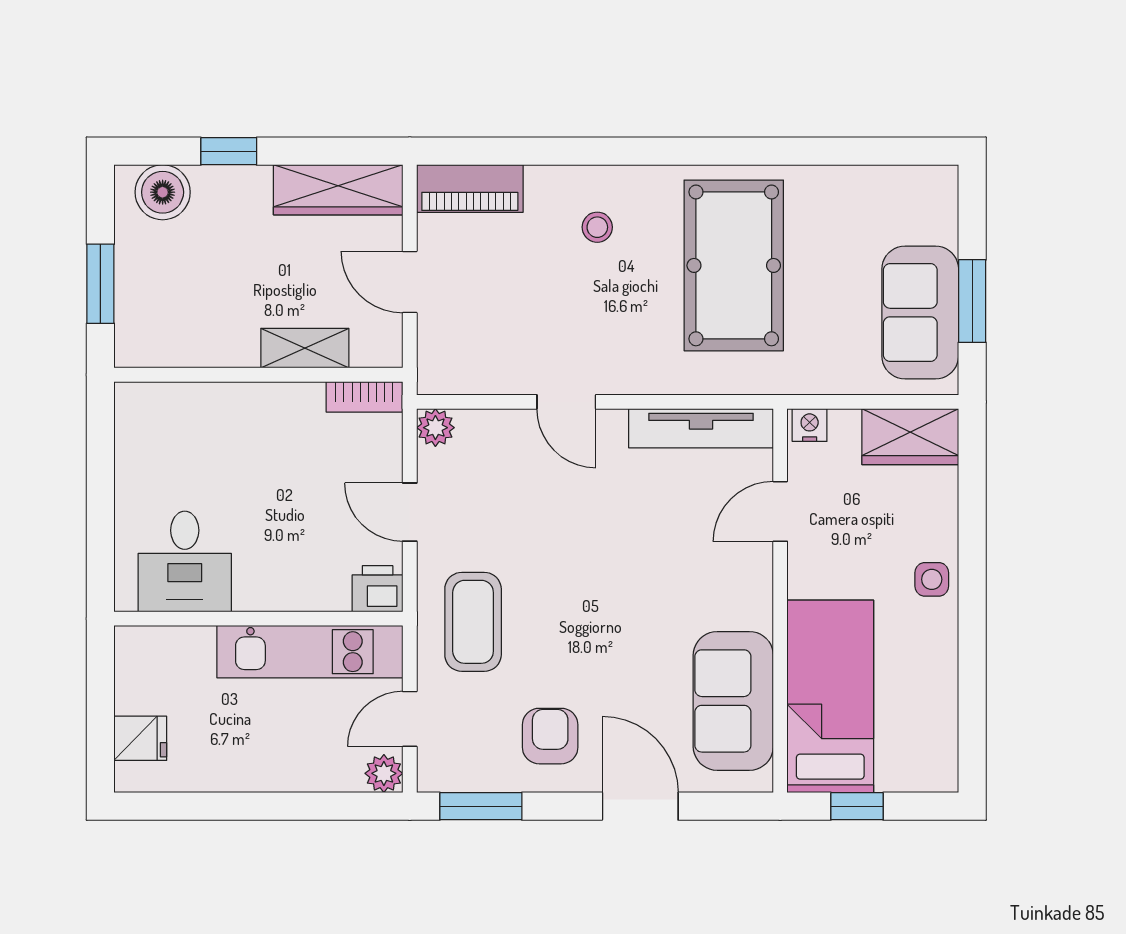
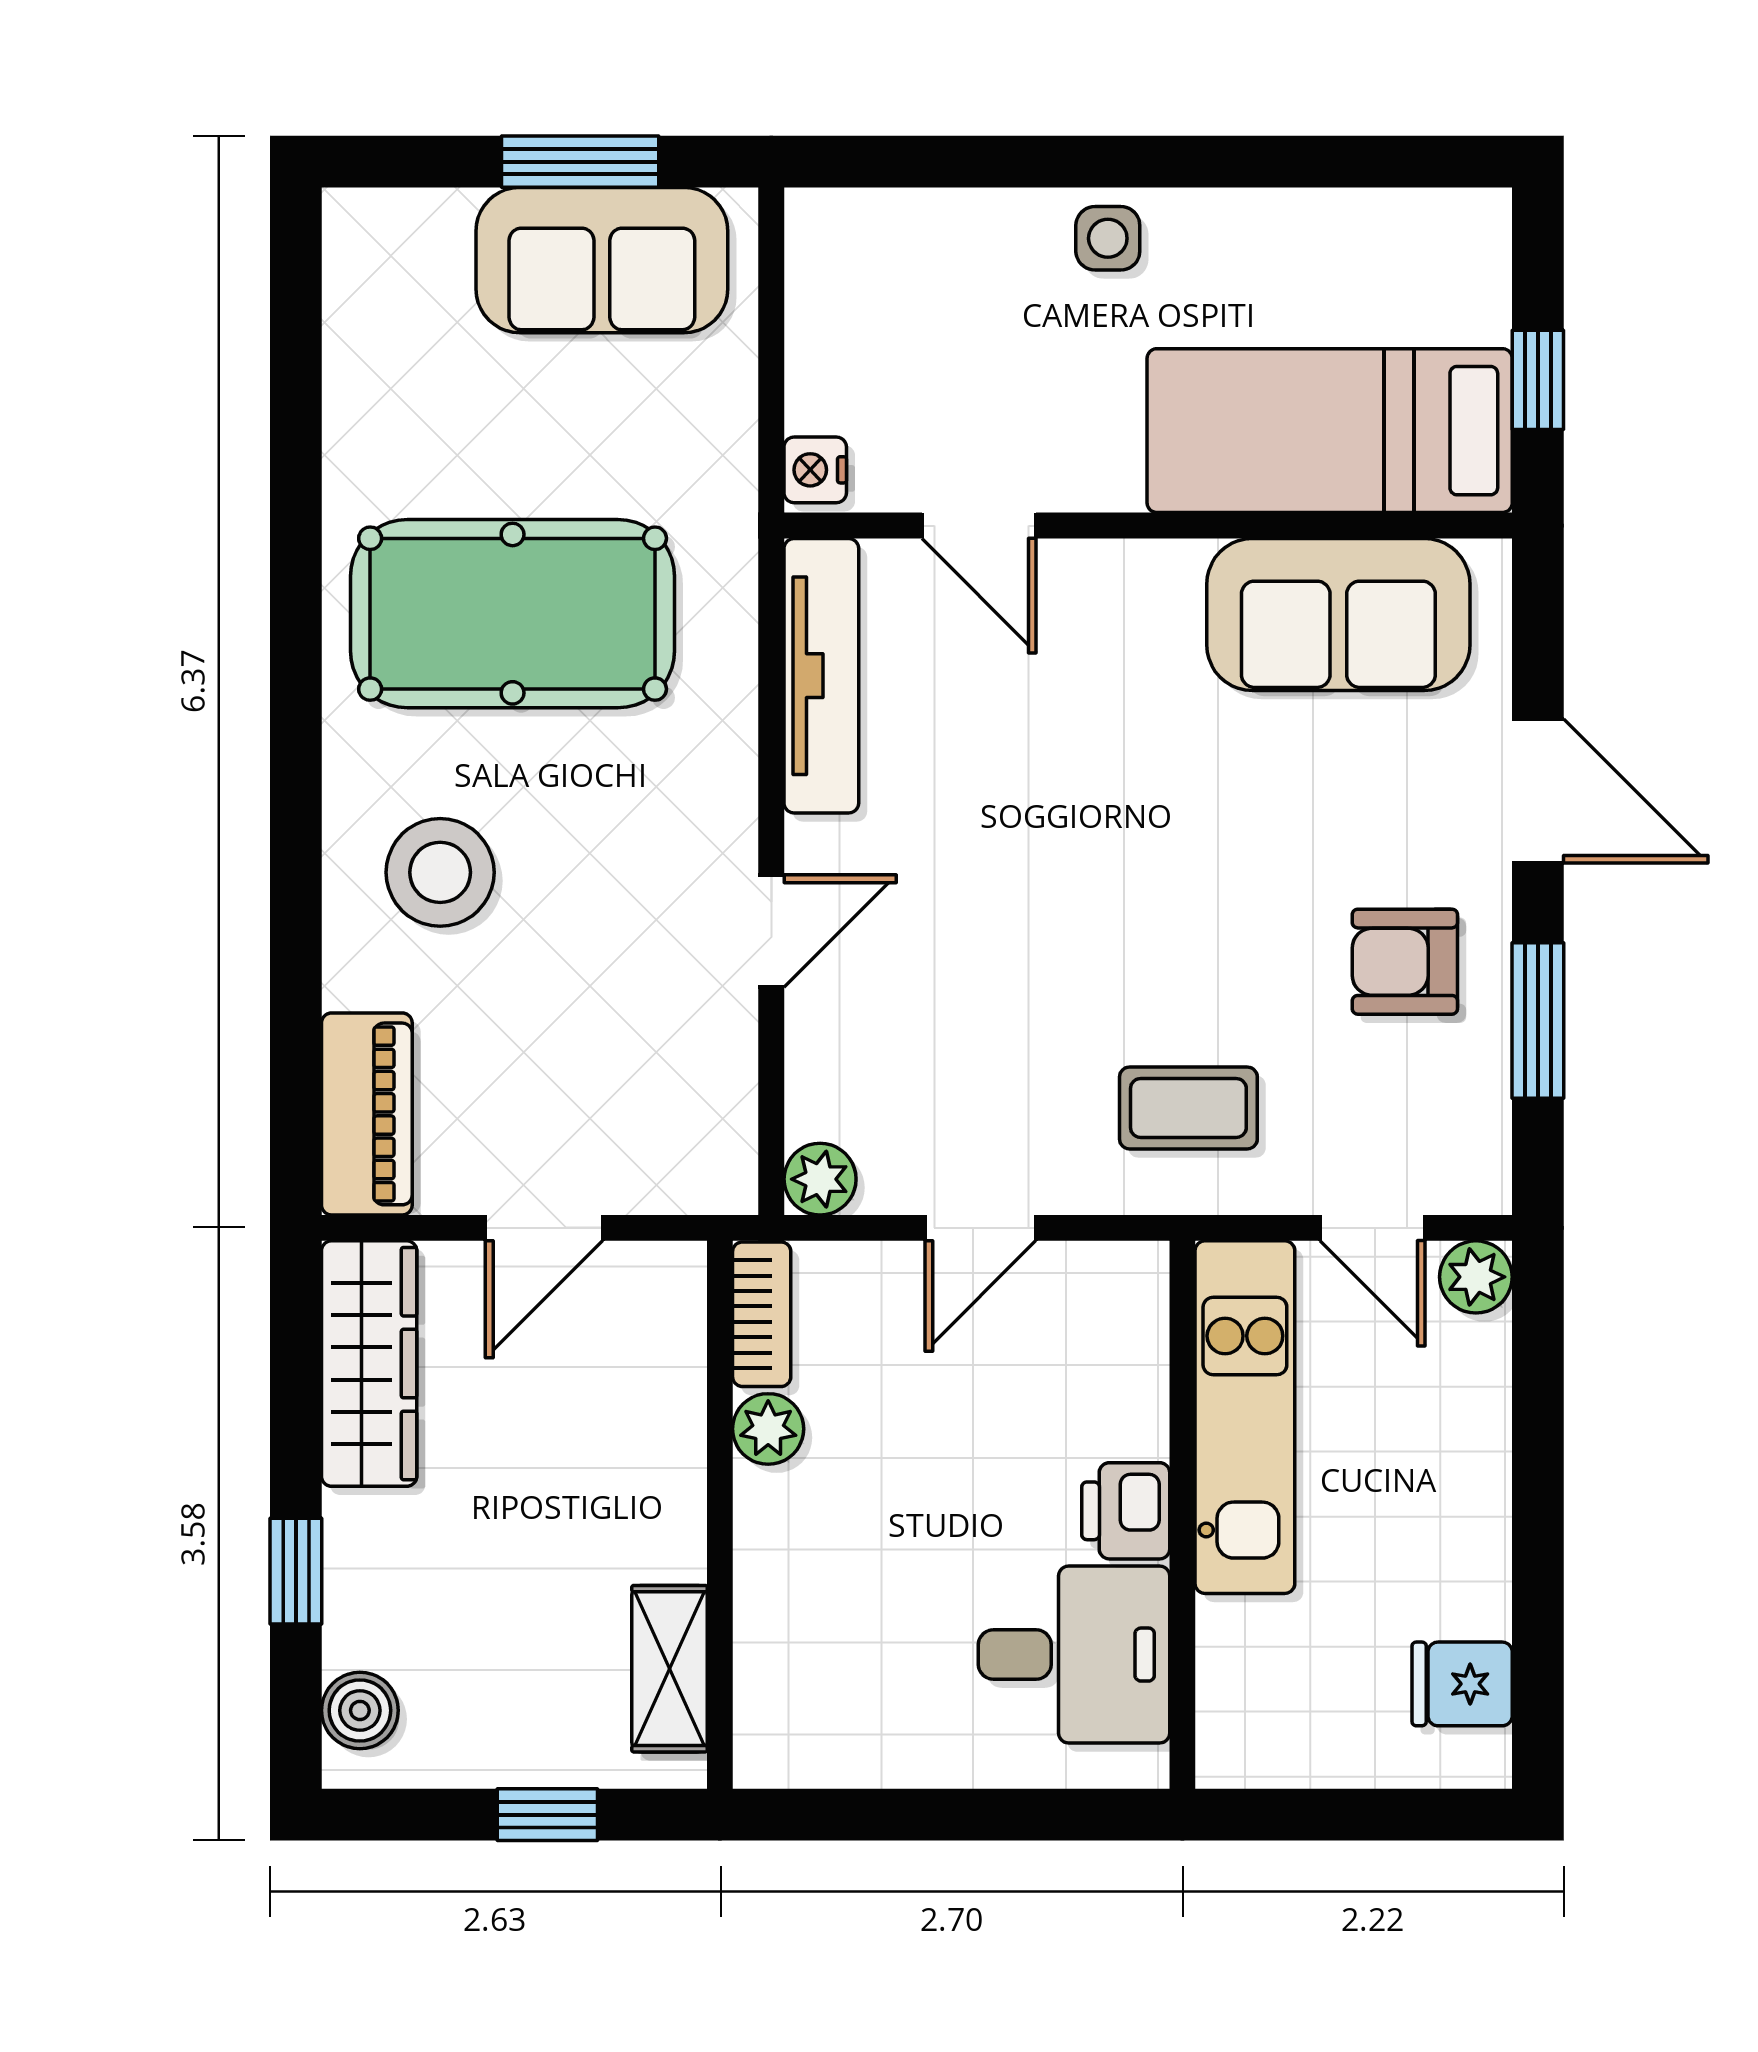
boiler: (163, 192) -> (360, 1710), width x0.73, depth x0.73
stool: (597, 227) -> (440, 872), width x1.89, depth x1.89
window: (100, 284) -> (547, 1815), width x0.67
shelving: (305, 348) -> (669, 1669), moved
plant: (304, 400) -> (768, 1429), added
wardrobe: (910, 437) -> (837, 279), removed
printer: (378, 589) -> (1126, 1511), moved
coffee table: (473, 622) -> (1188, 1108), width x0.73, depth x0.77
fridge: (140, 738) -> (1462, 1684), moved, turned -90
window: (481, 806) -> (1538, 1020), moved
door: (640, 806) -> (1538, 791), swing flipped

